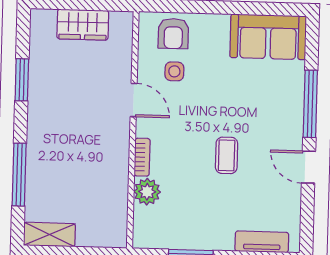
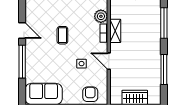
side table: (174, 71) -> (82, 64), moved
window: (22, 80) -> (164, 69), width x1.44
shelving: (119, 161) -> (115, 31), added

